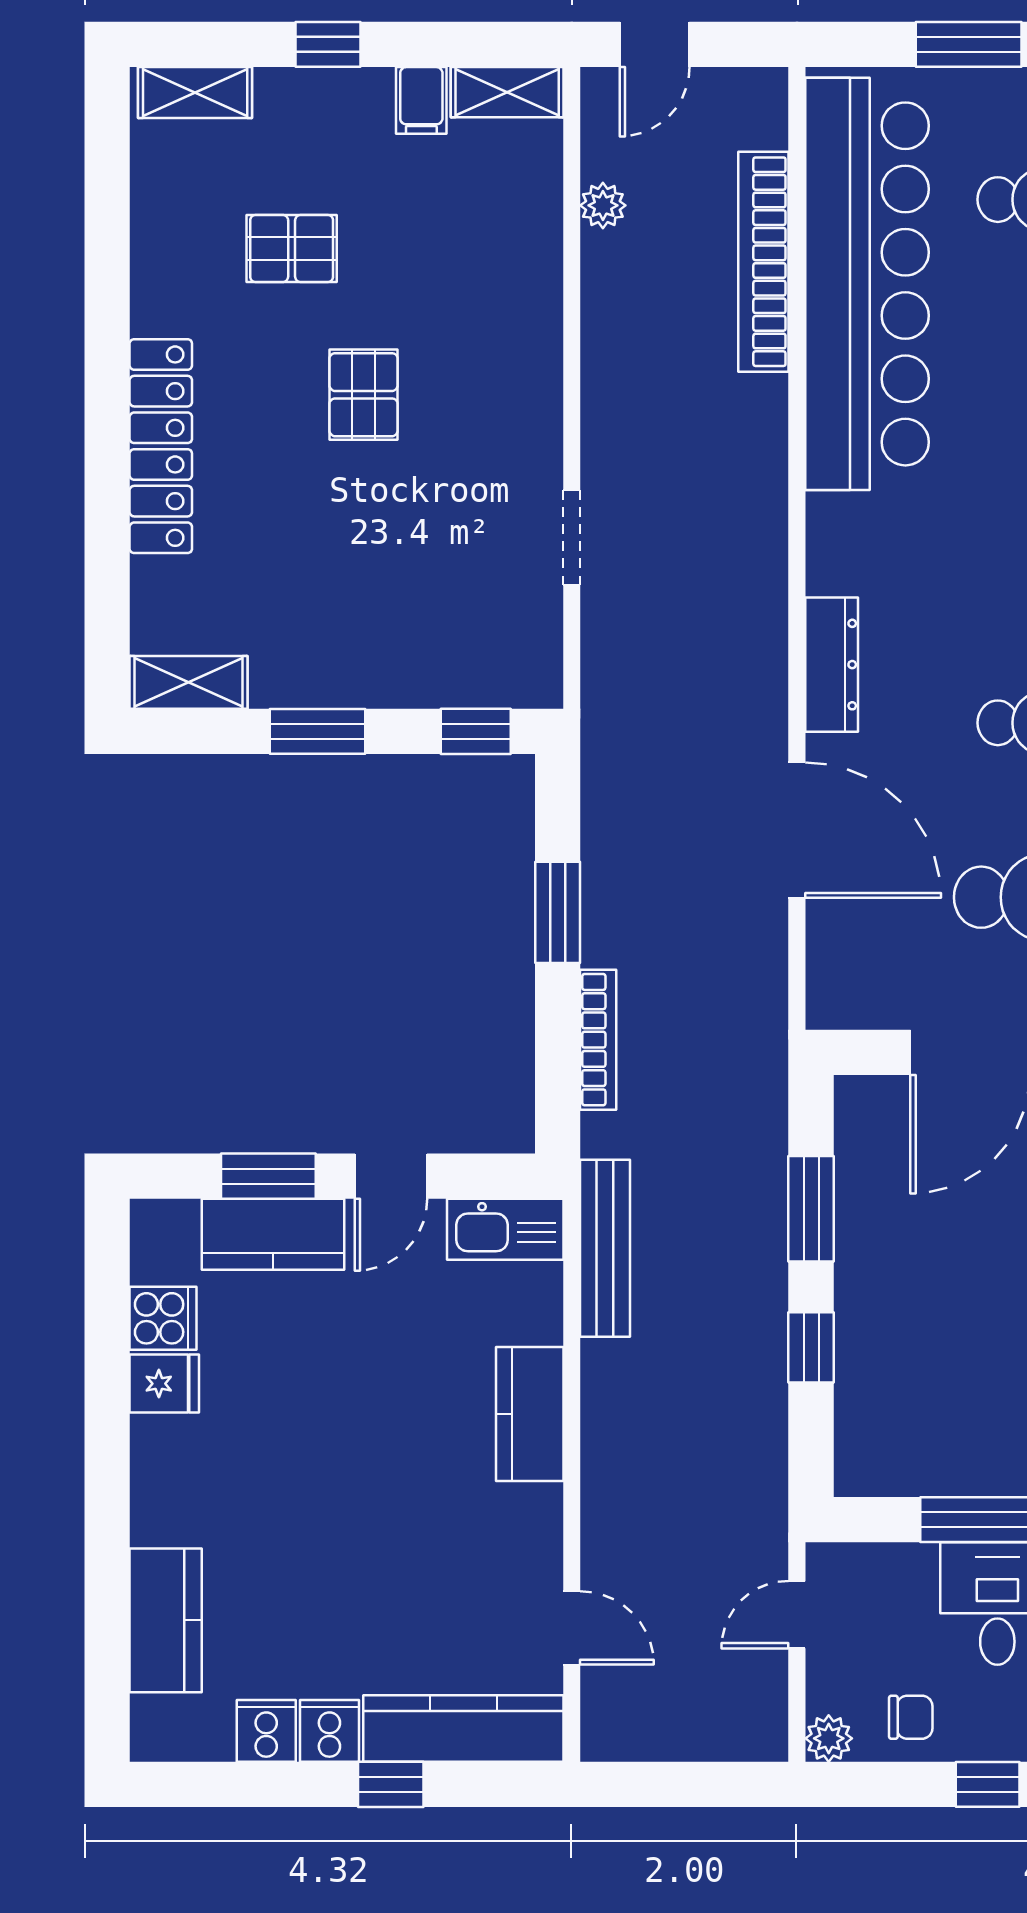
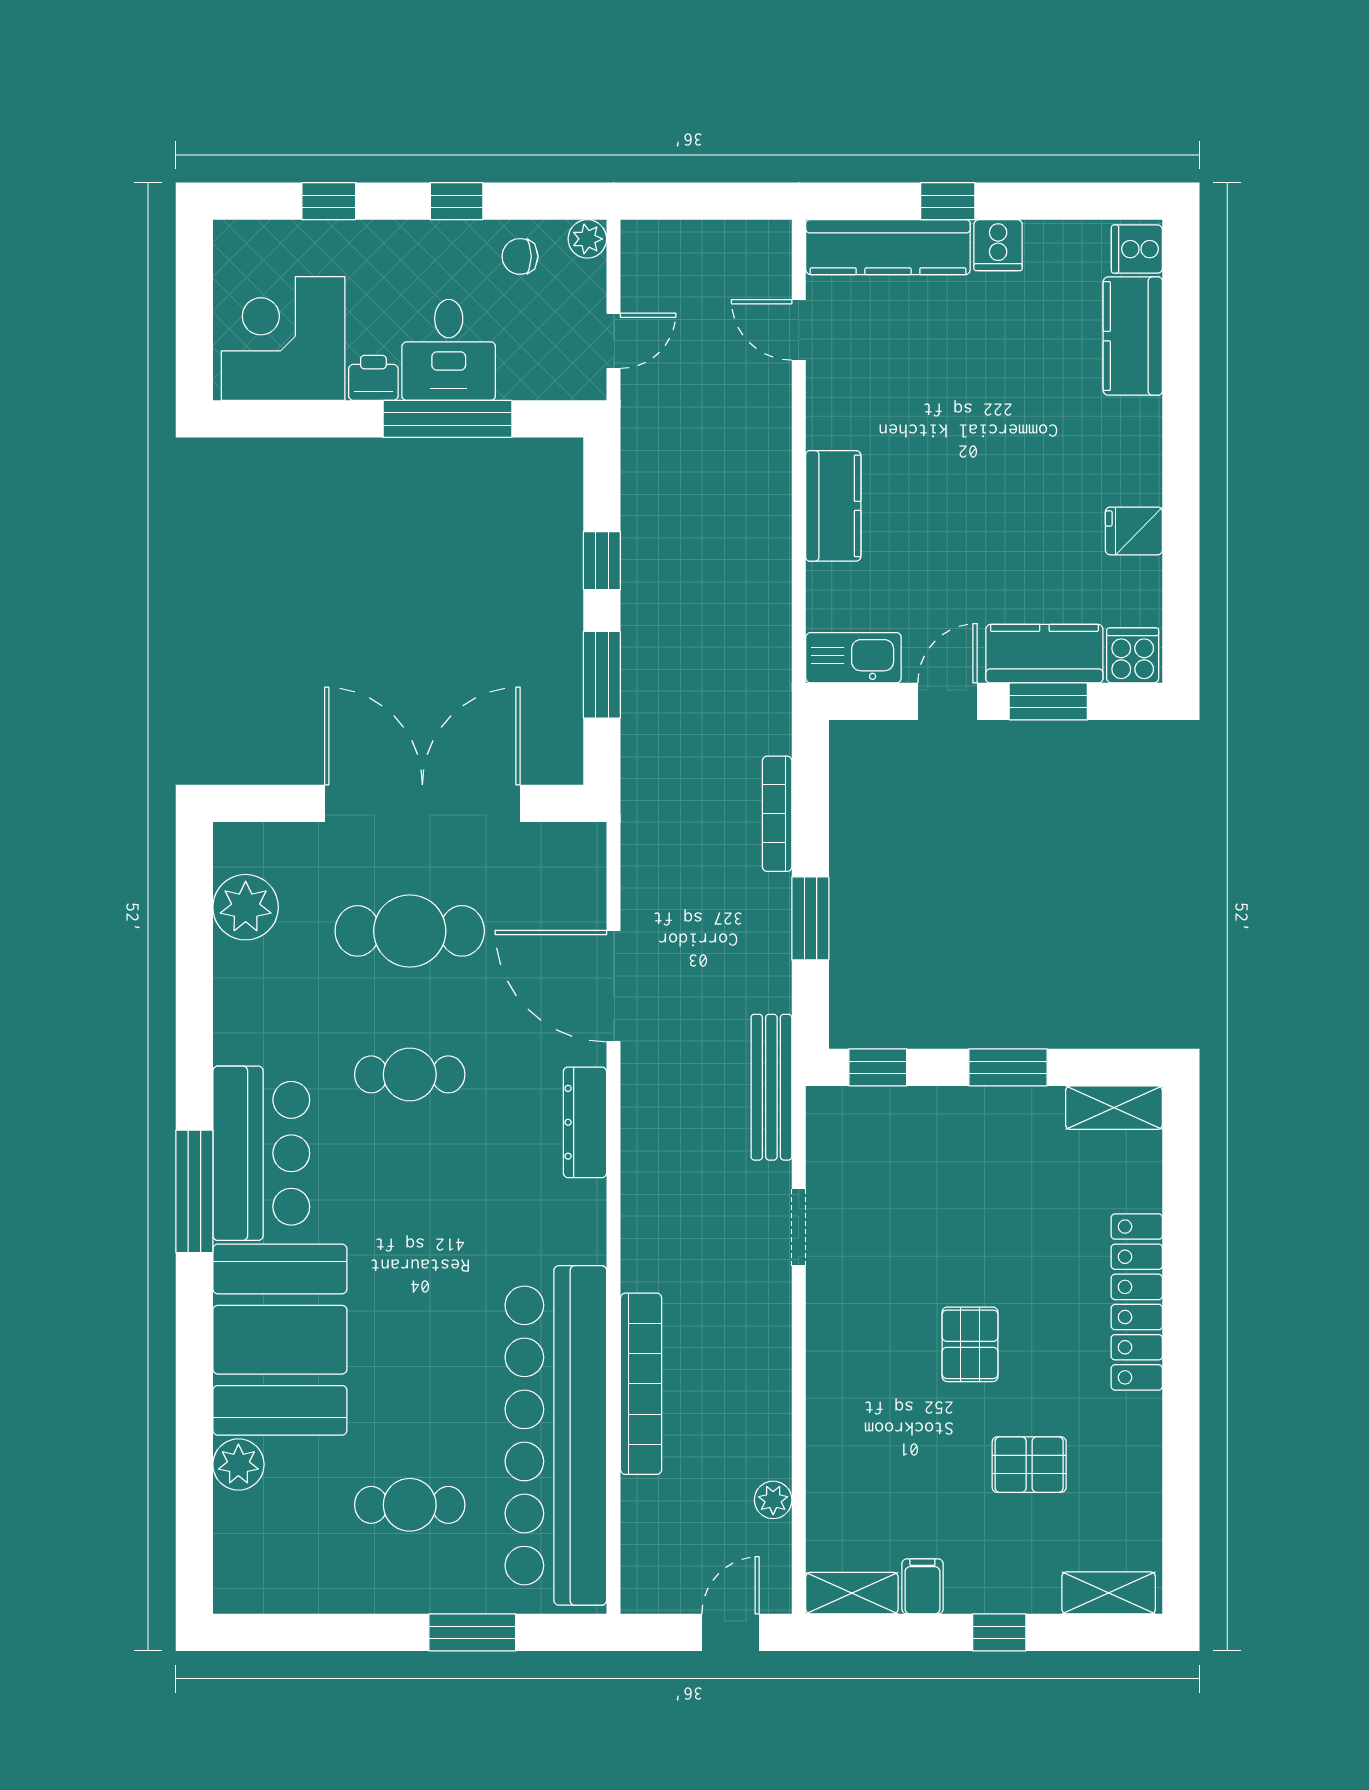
bookcase: (763, 262) -> (641, 1384), moved
bench: (605, 1248) -> (771, 1087), moved
cooker: (163, 1318) -> (1133, 655), moved, turned 90
cooker: (266, 1731) -> (1137, 249), moved, turned 90

